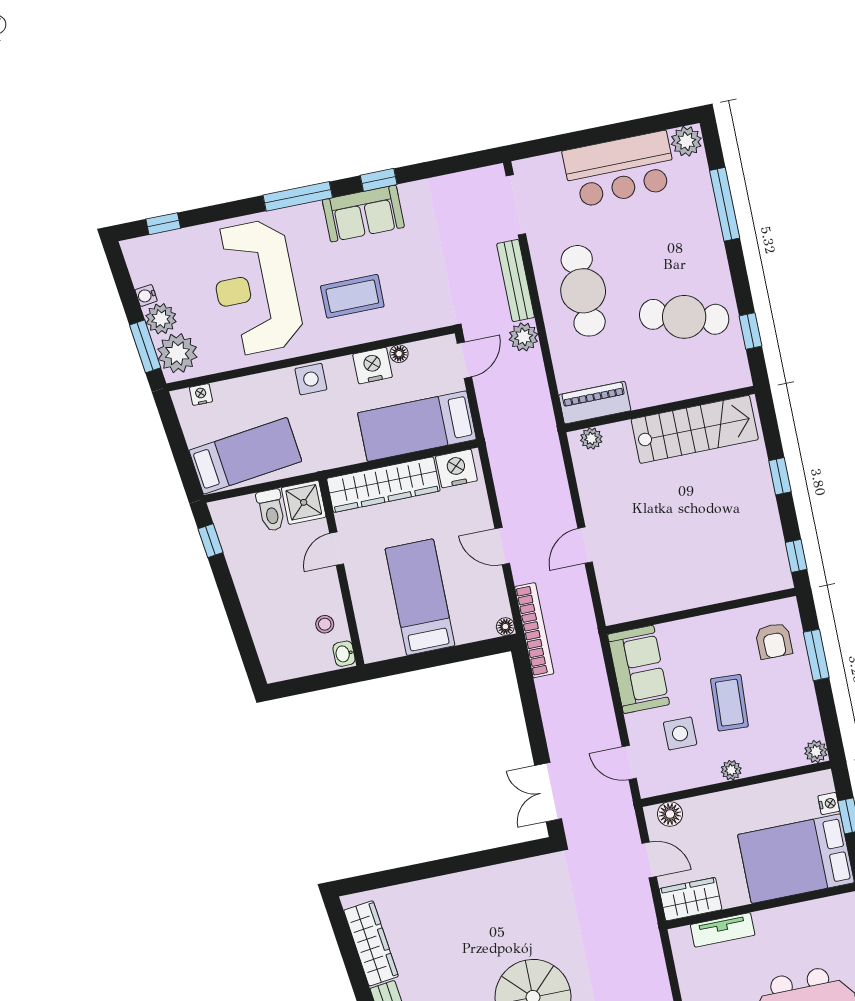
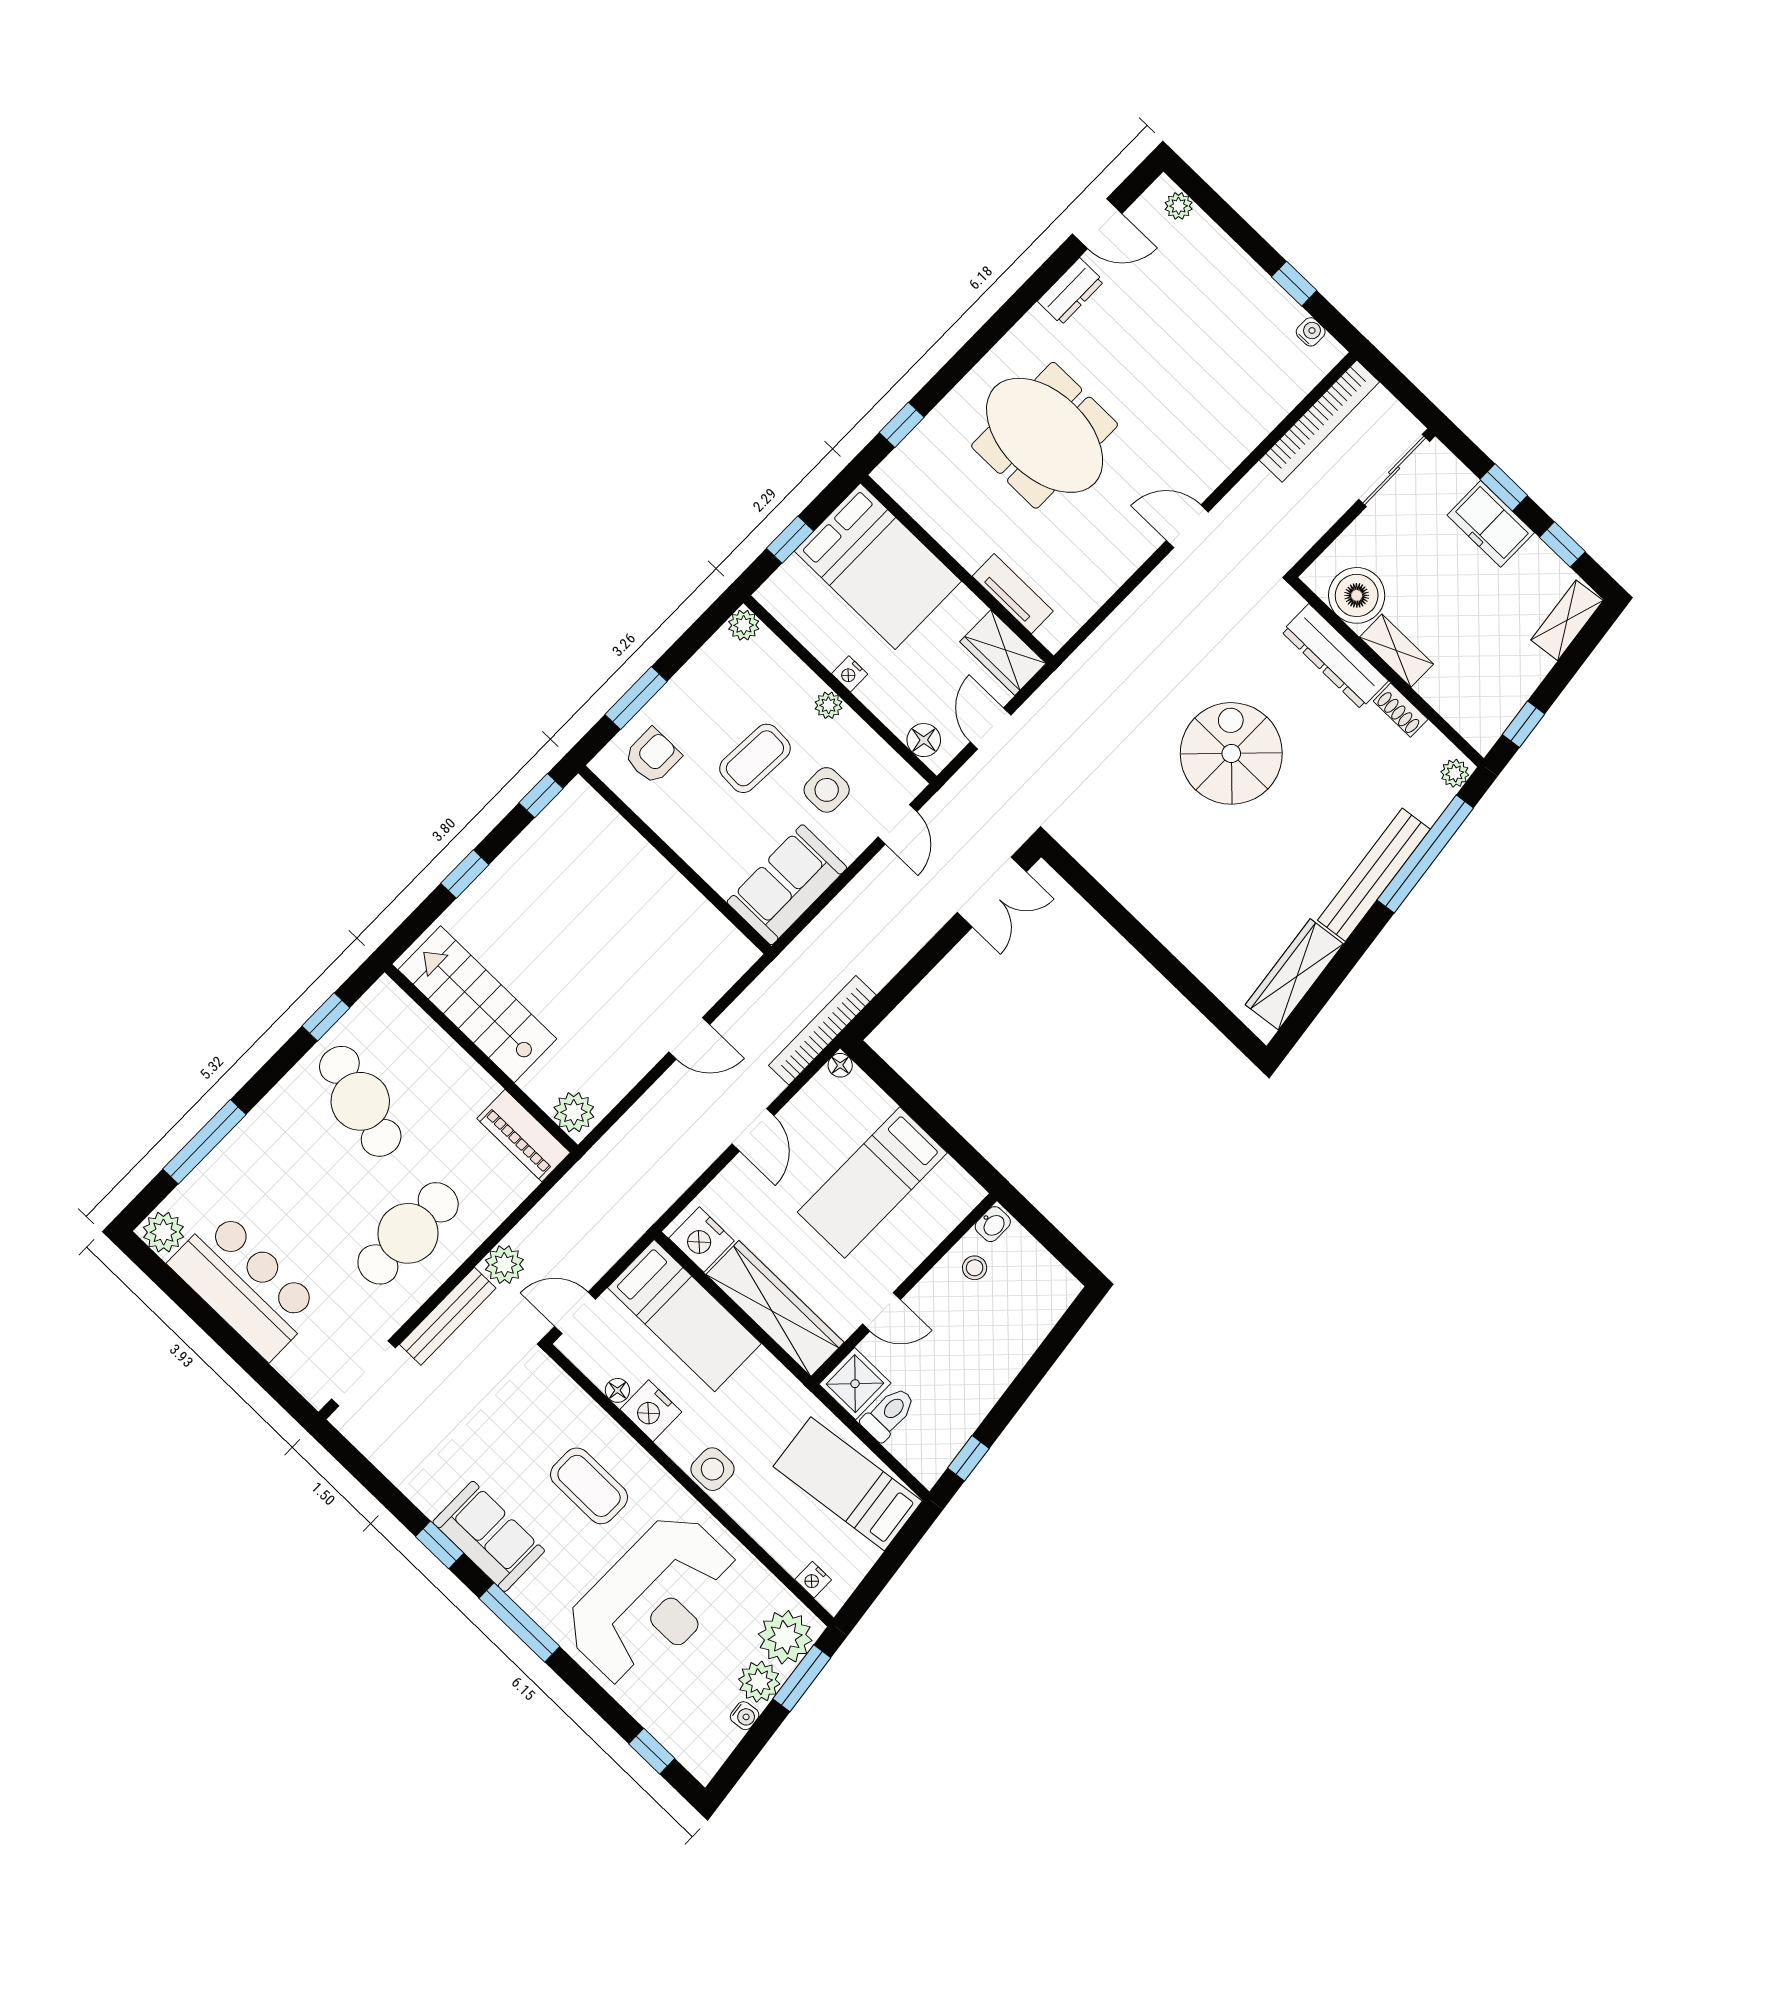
plant: (591, 439) -> (574, 1112), width x1.38, depth x1.38
nightstand: (829, 804) -> (850, 674), moved, turned -90

